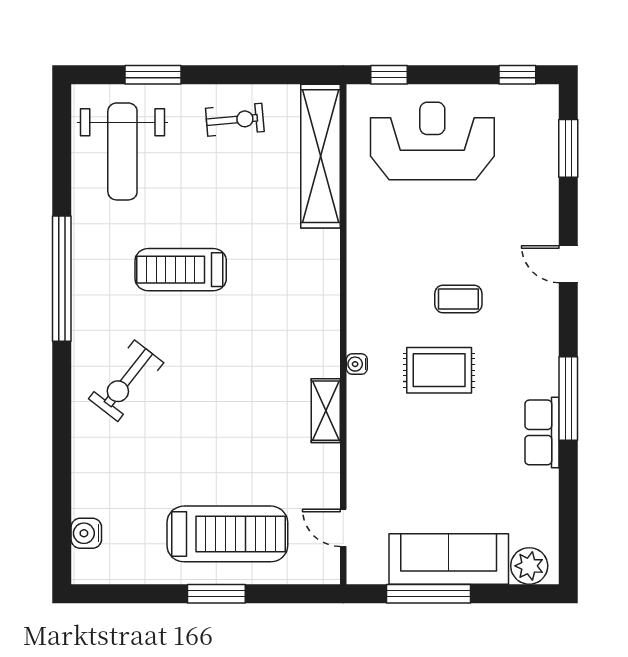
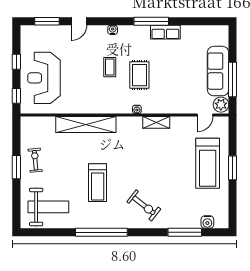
window: (153, 75) -> (16, 167), moved
window: (517, 75) -> (16, 62), moved
shelving: (320, 156) -> (86, 124), moved
door: (568, 264) -> (79, 21), moved
water cooler: (548, 306) -> (113, 30), added
window: (62, 479) -> (185, 232), added
treadmill: (227, 534) -> (208, 163), turned 180
plant: (529, 566) -> (221, 105), moved

